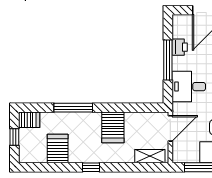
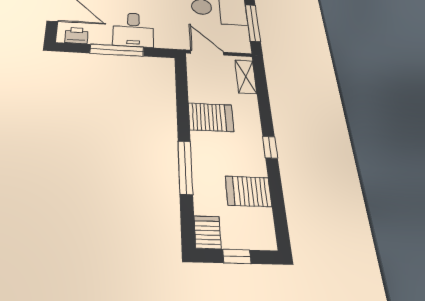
printer: (180, 47) -> (76, 36), moved
desk: (189, 87) -> (133, 30), moved

